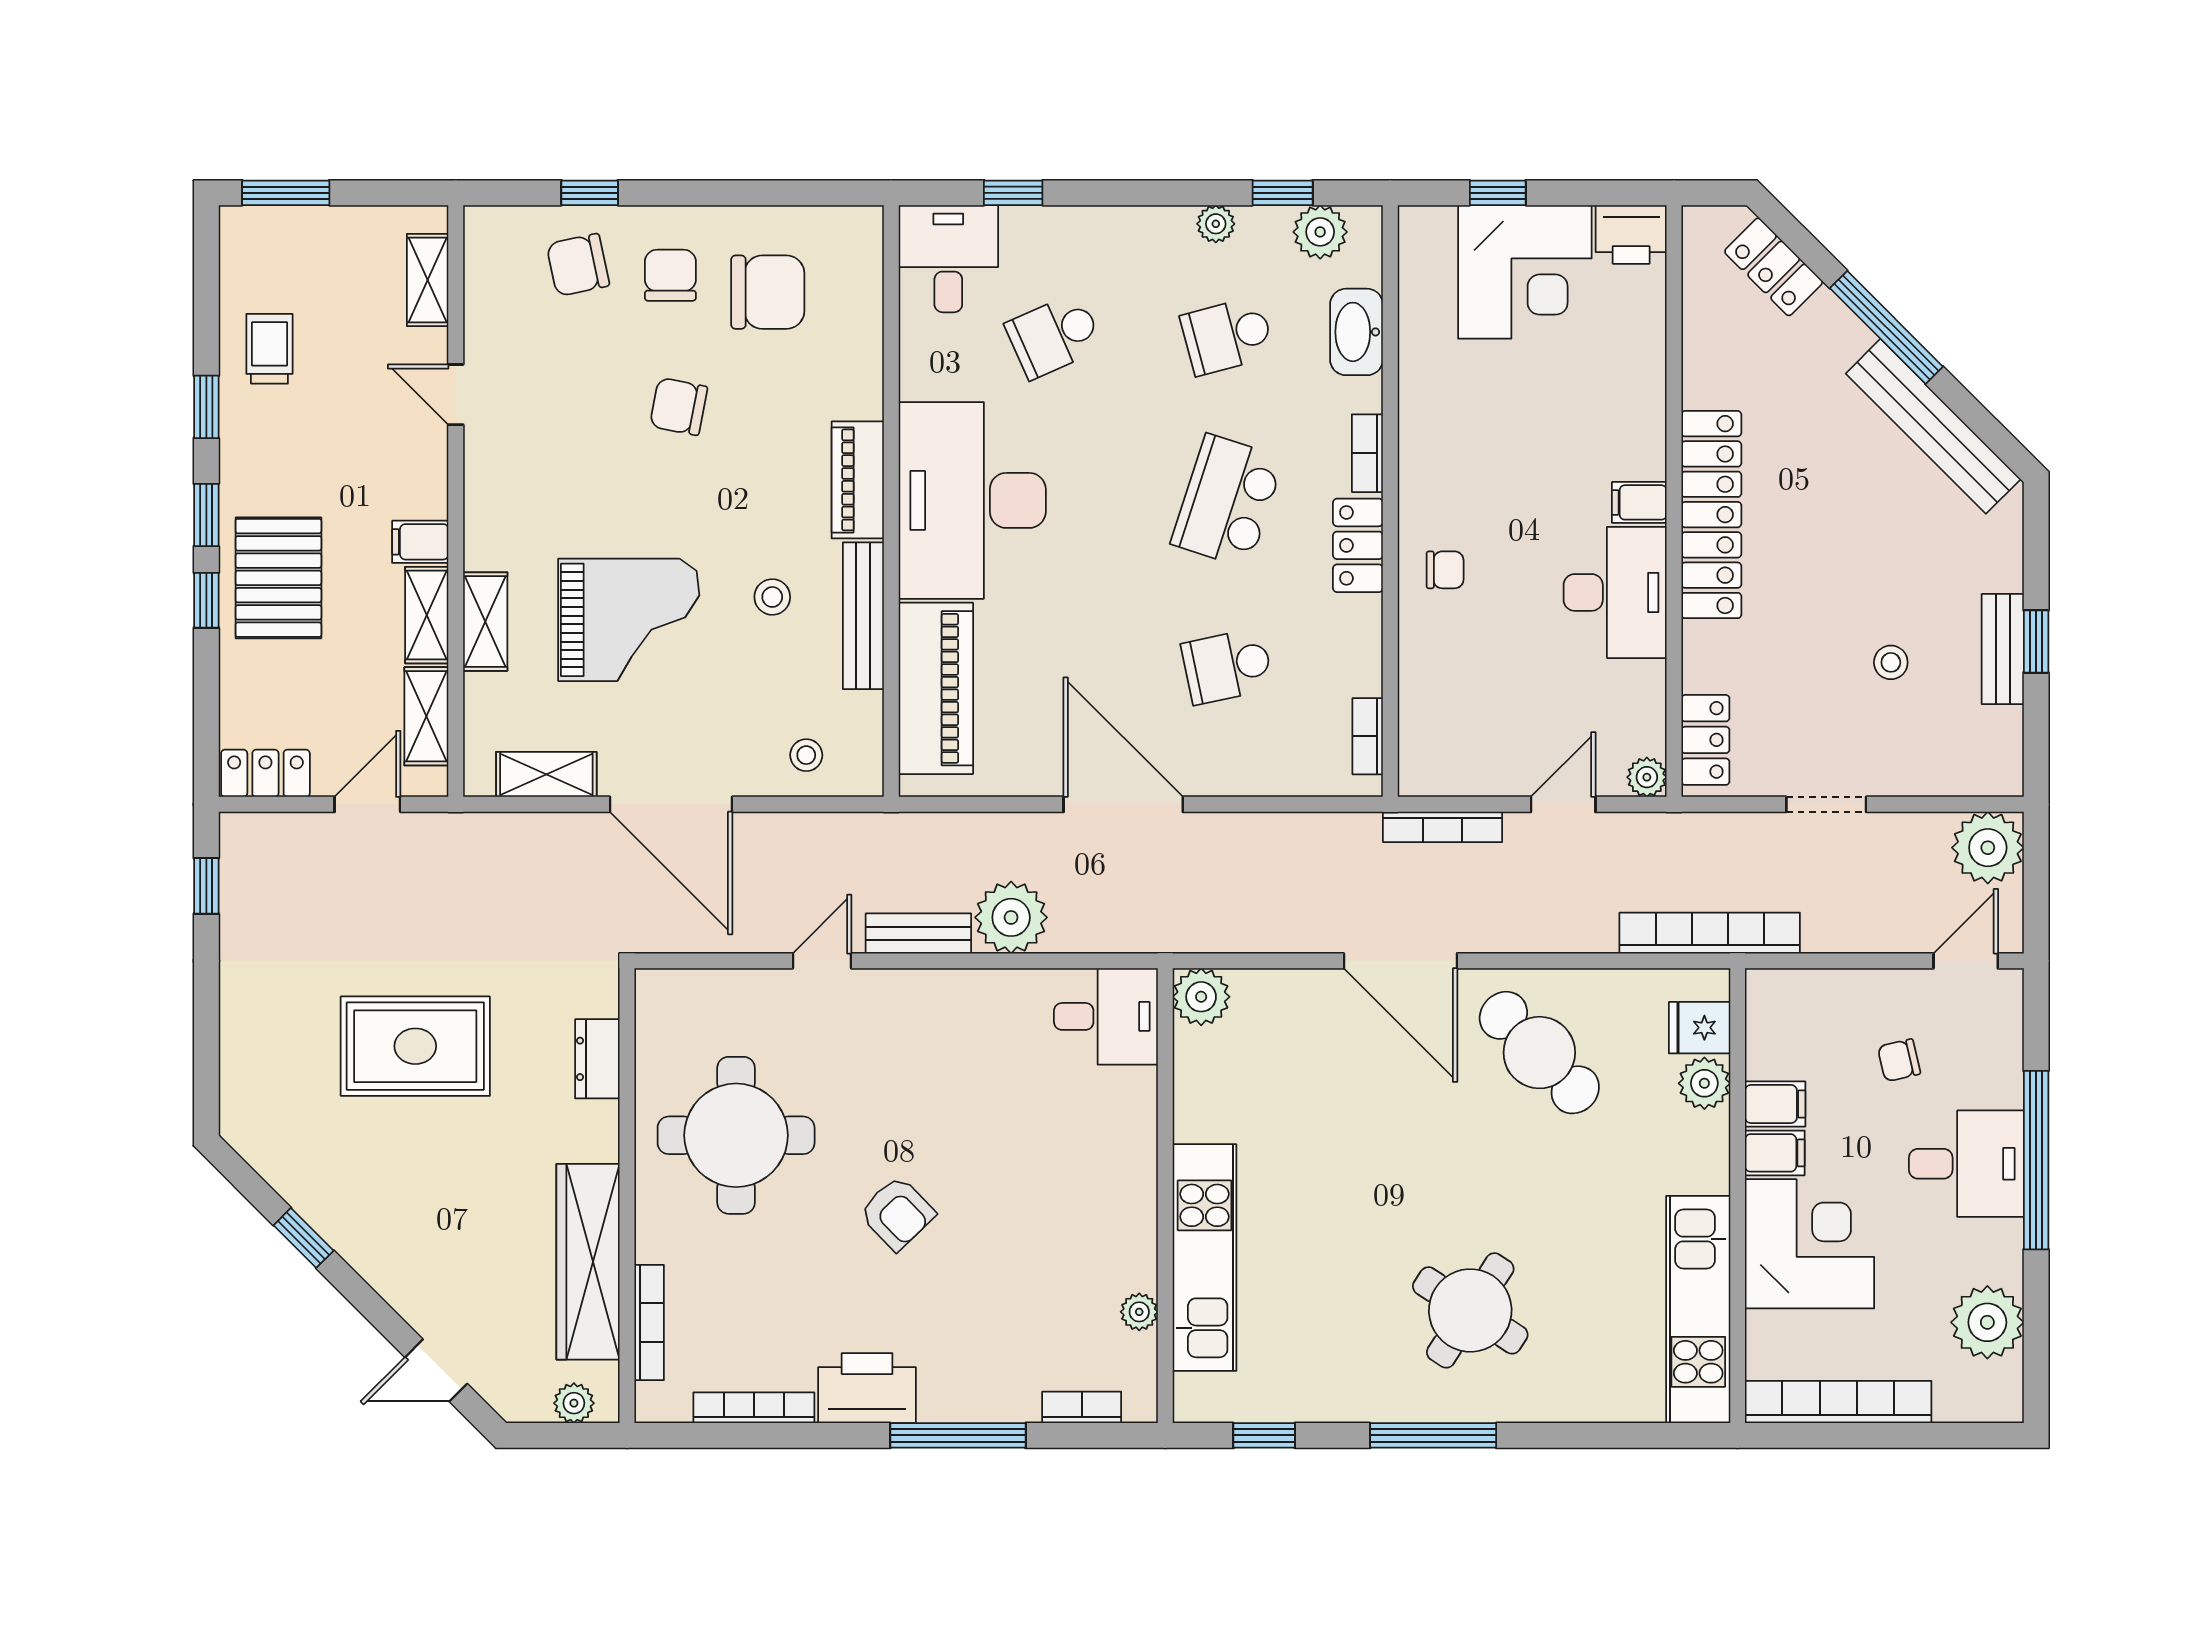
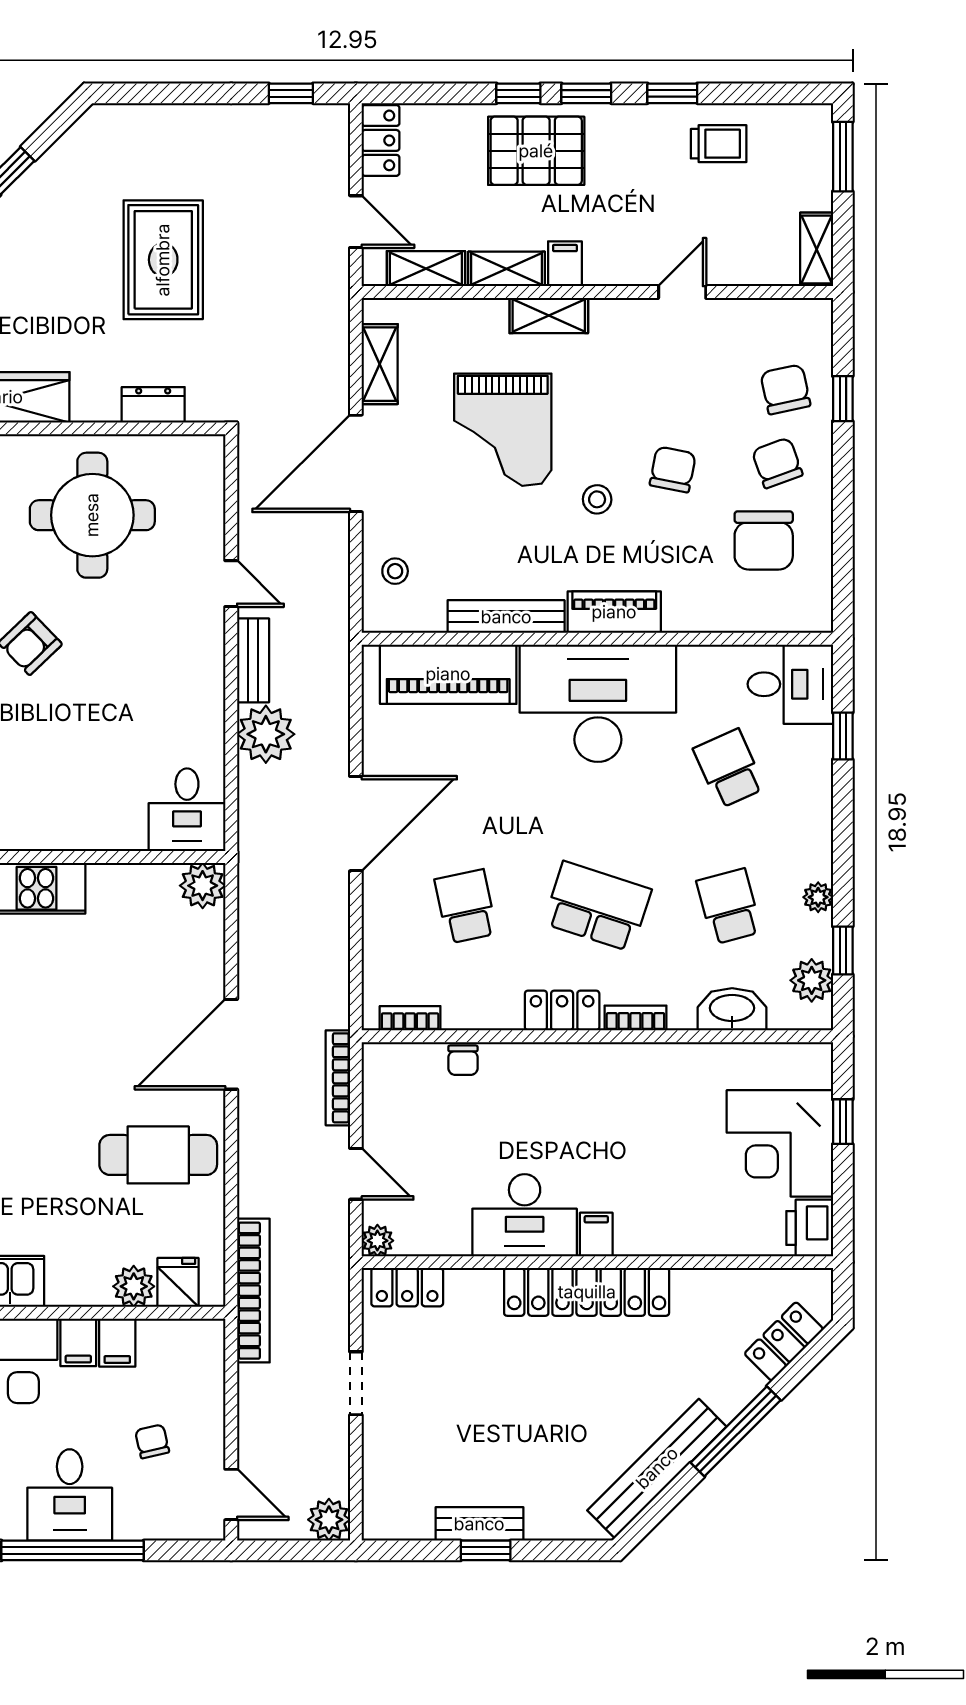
chair: (670, 275) -> (777, 463), turned -110
shelving: (428, 280) -> (817, 249), moved, turned 90
chair: (1445, 570) -> (463, 1060), moved
stool: (772, 597) -> (597, 499), moved
shelving: (485, 622) -> (549, 316), moved
stool: (1891, 662) -> (469, 1435), removed
plant: (1988, 848) -> (329, 1520), width x0.73, depth x0.73
cafe table: (1539, 1053) -> (158, 1155), turned 44

